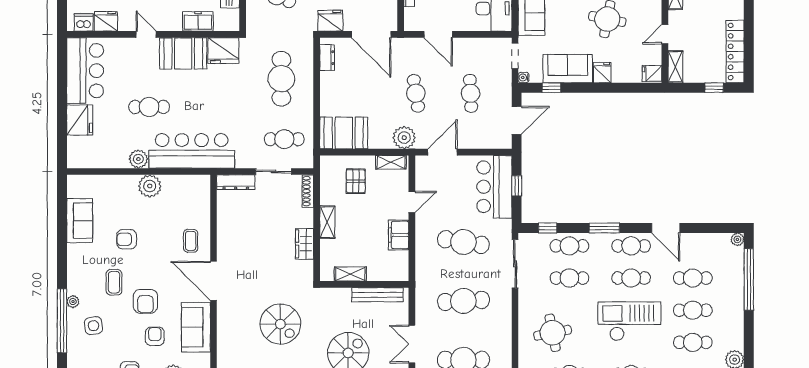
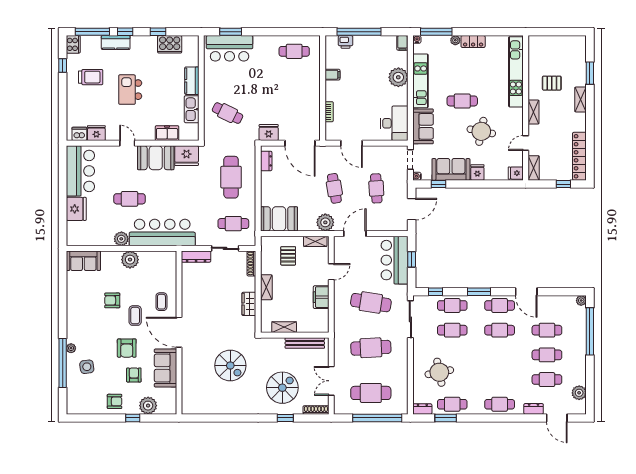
sofa: (80, 221) -> (83, 261), moved, turned 90
coffee table: (114, 282) -> (135, 316), moved
checkout: (630, 321) -> (498, 363), removed

